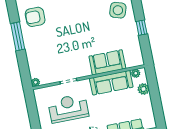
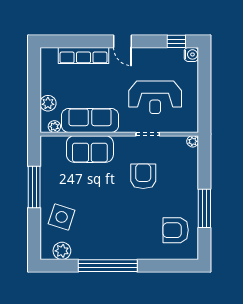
armchair: (35, 17) -> (176, 230), turned 180
window: (142, 28) -> (34, 187), width x2.17
armchair: (66, 51) -> (143, 176), added

